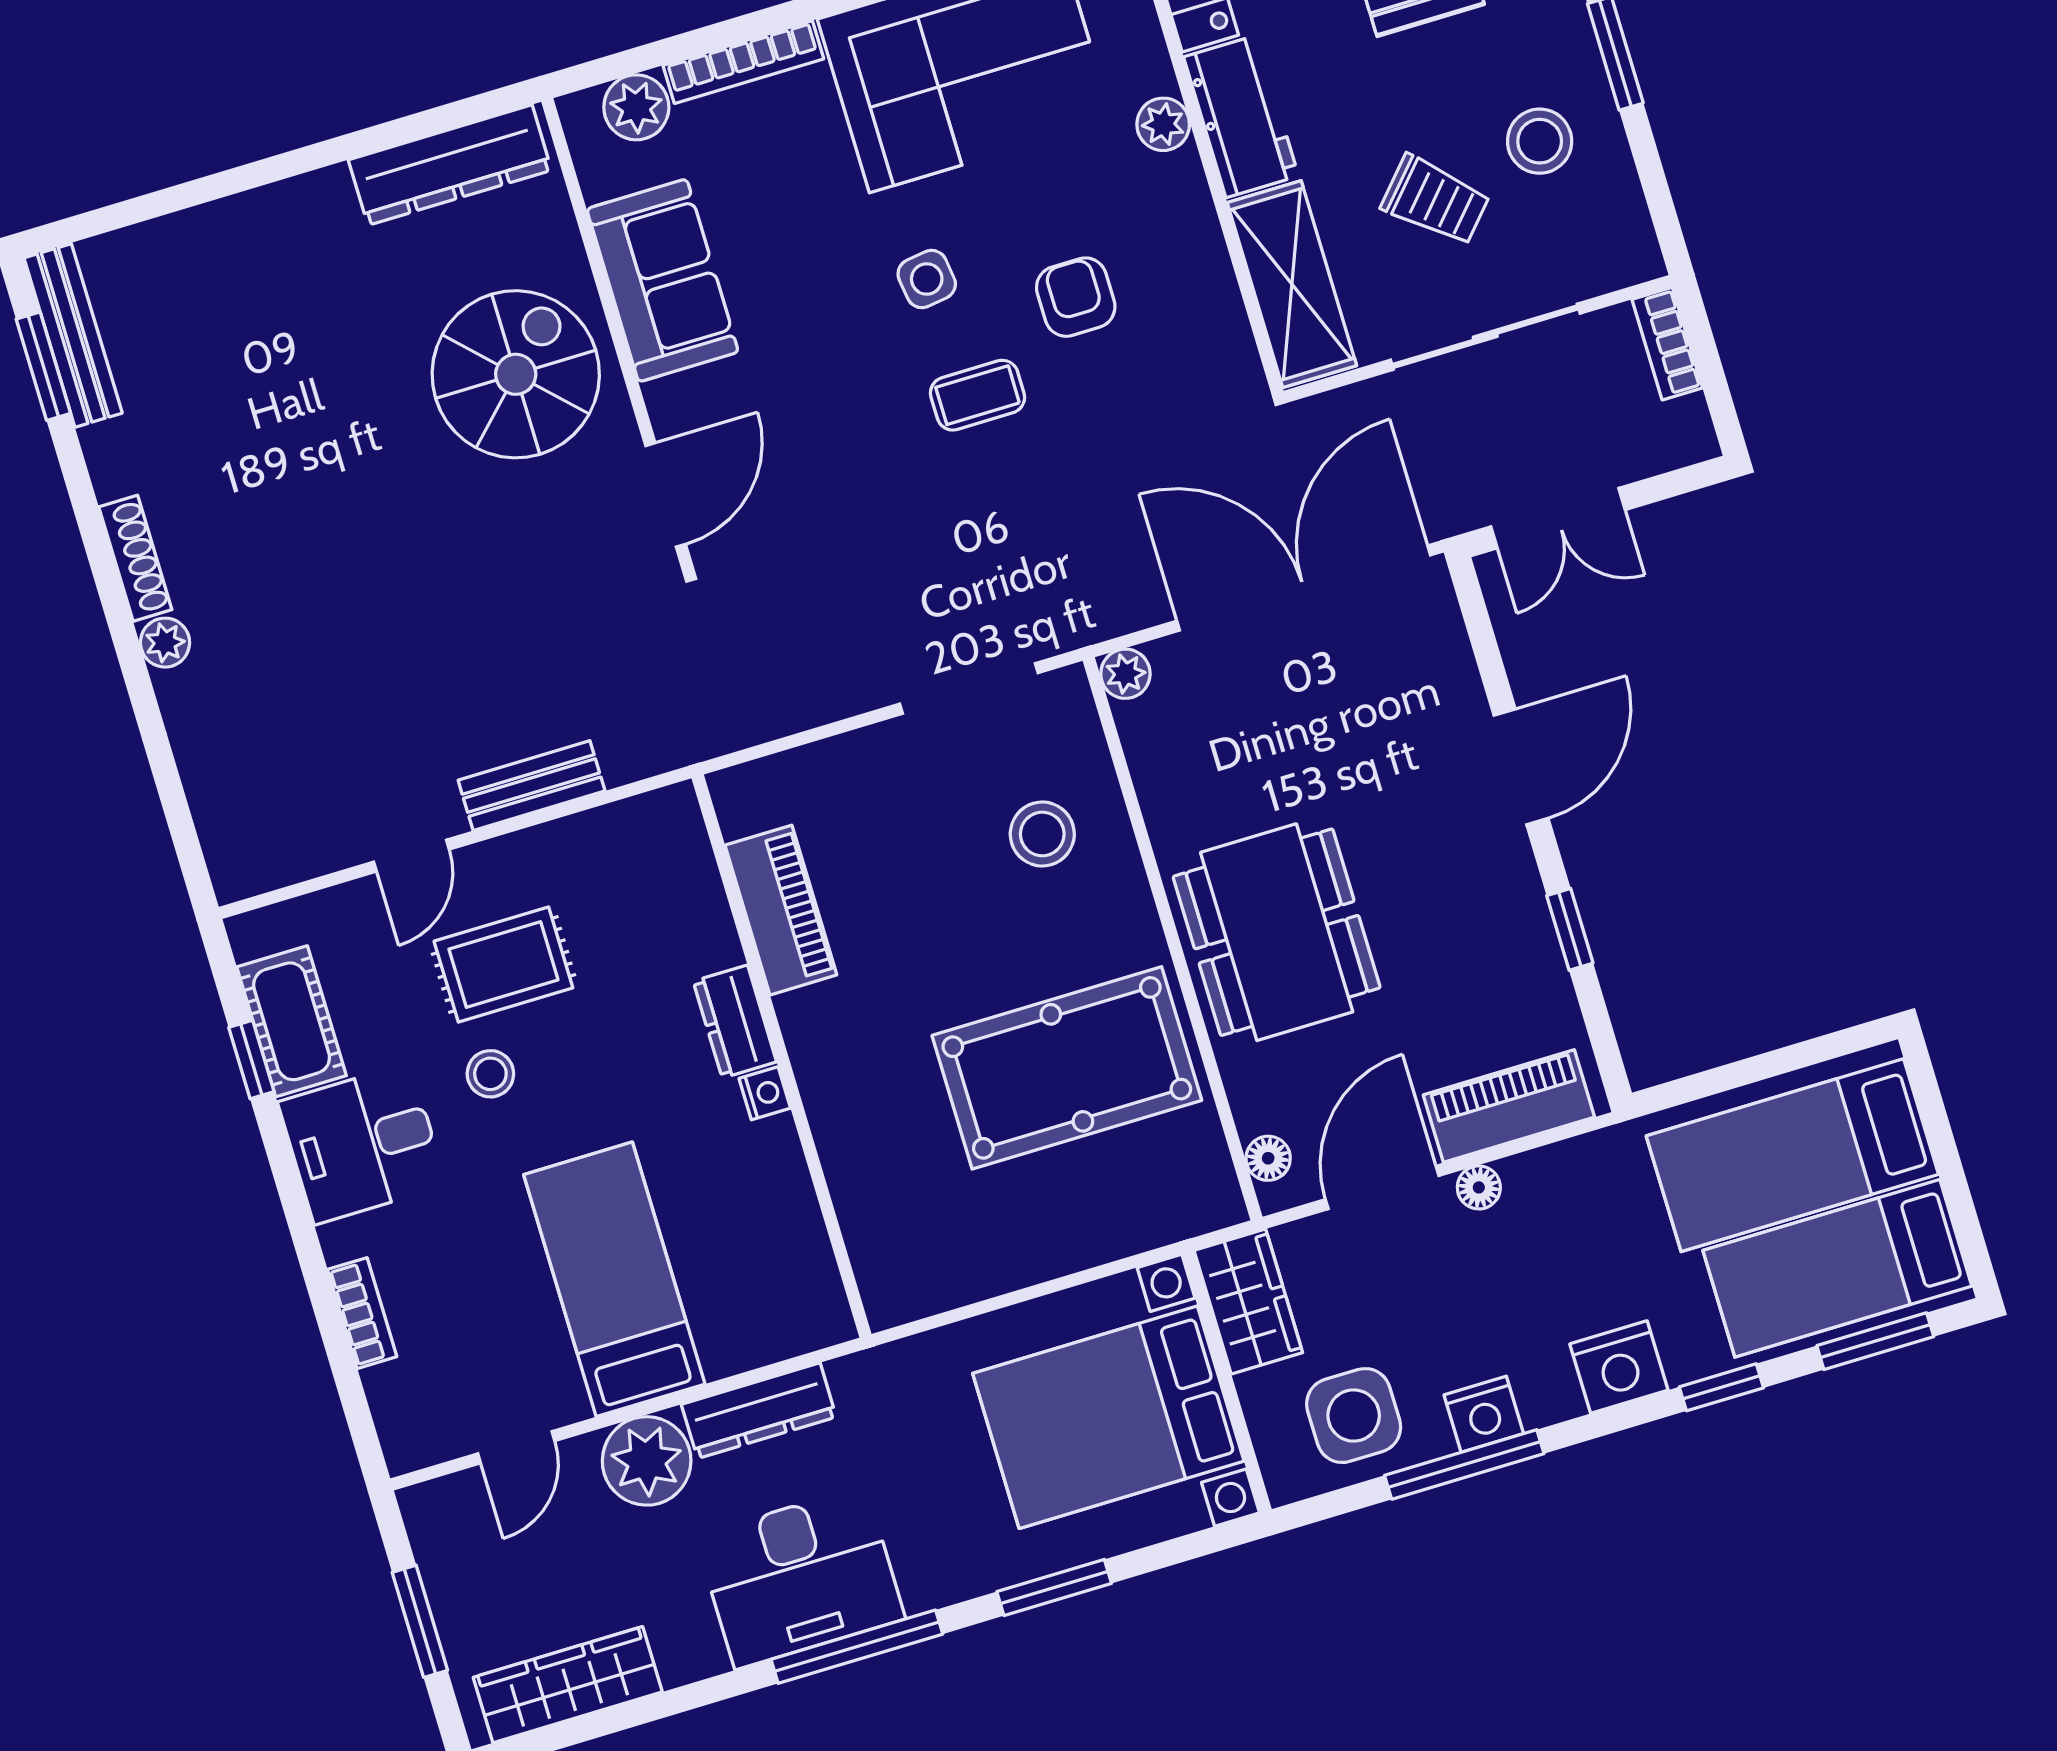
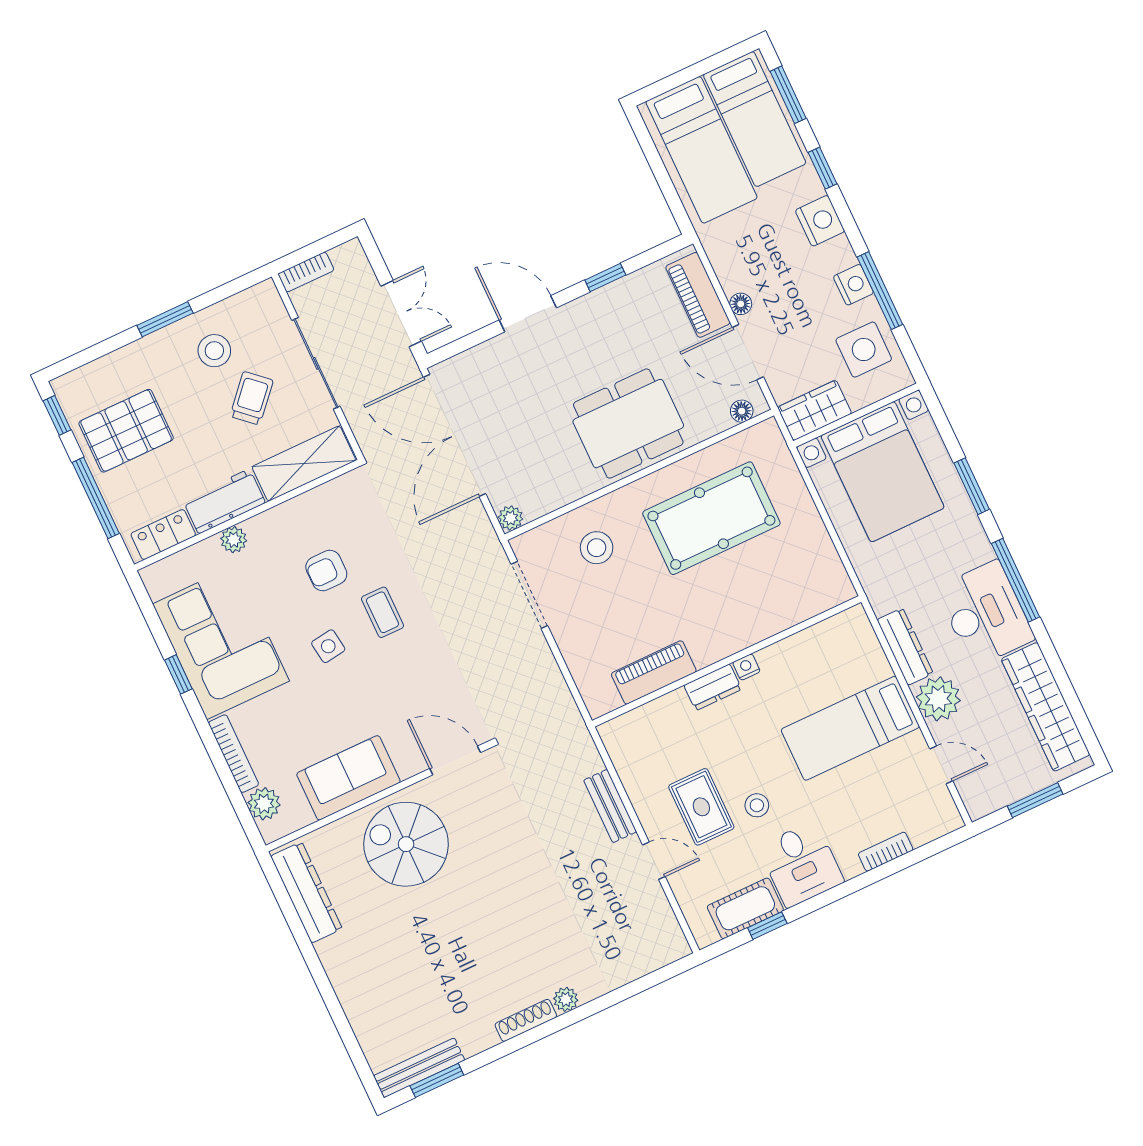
pool table: (1067, 1068) -> (711, 518), turned 90
wardrobe: (568, 1685) -> (1046, 707), width x1.40, depth x1.17

